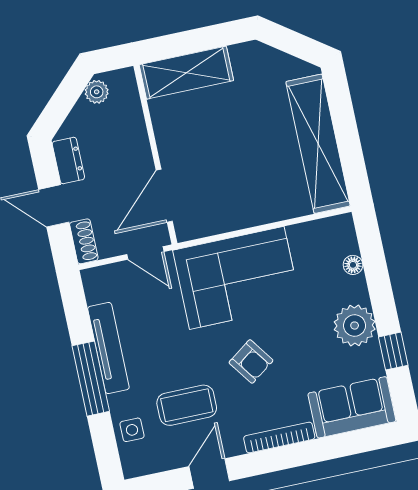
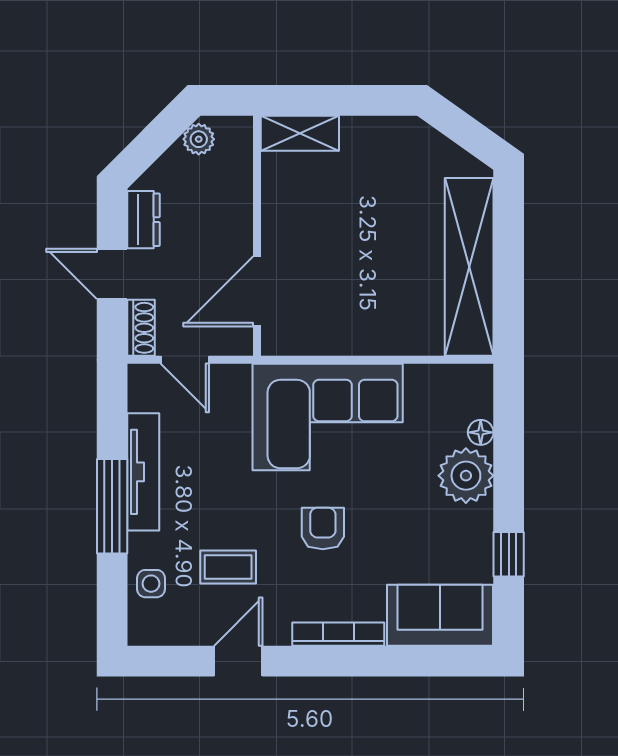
shelving: (186, 73) -> (300, 133), width x0.67, depth x0.75
door: (145, 253) -> (185, 360), moved
plant: (355, 326) -> (466, 476), moved
armchair: (251, 361) -> (323, 528), turned -144
coffee table: (187, 405) -> (228, 567), width x0.73, depth x0.77

